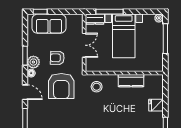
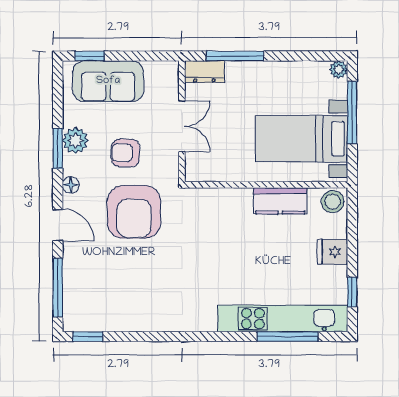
bed with nightstands: (124, 36) -> (301, 139), moved, turned 90
plant: (33, 62) -> (75, 140), moved
stool: (97, 87) -> (333, 202), moved

